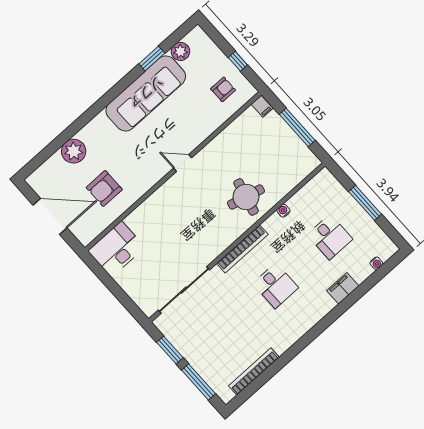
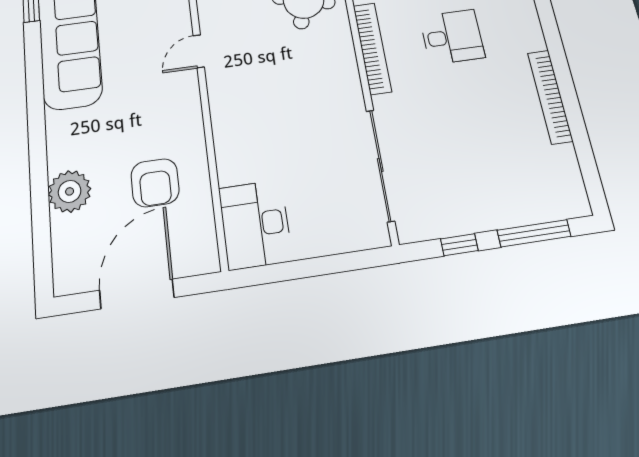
window: (170, 350) -> (459, 245), width x0.67
bookcase: (254, 372) -> (550, 97), moved

